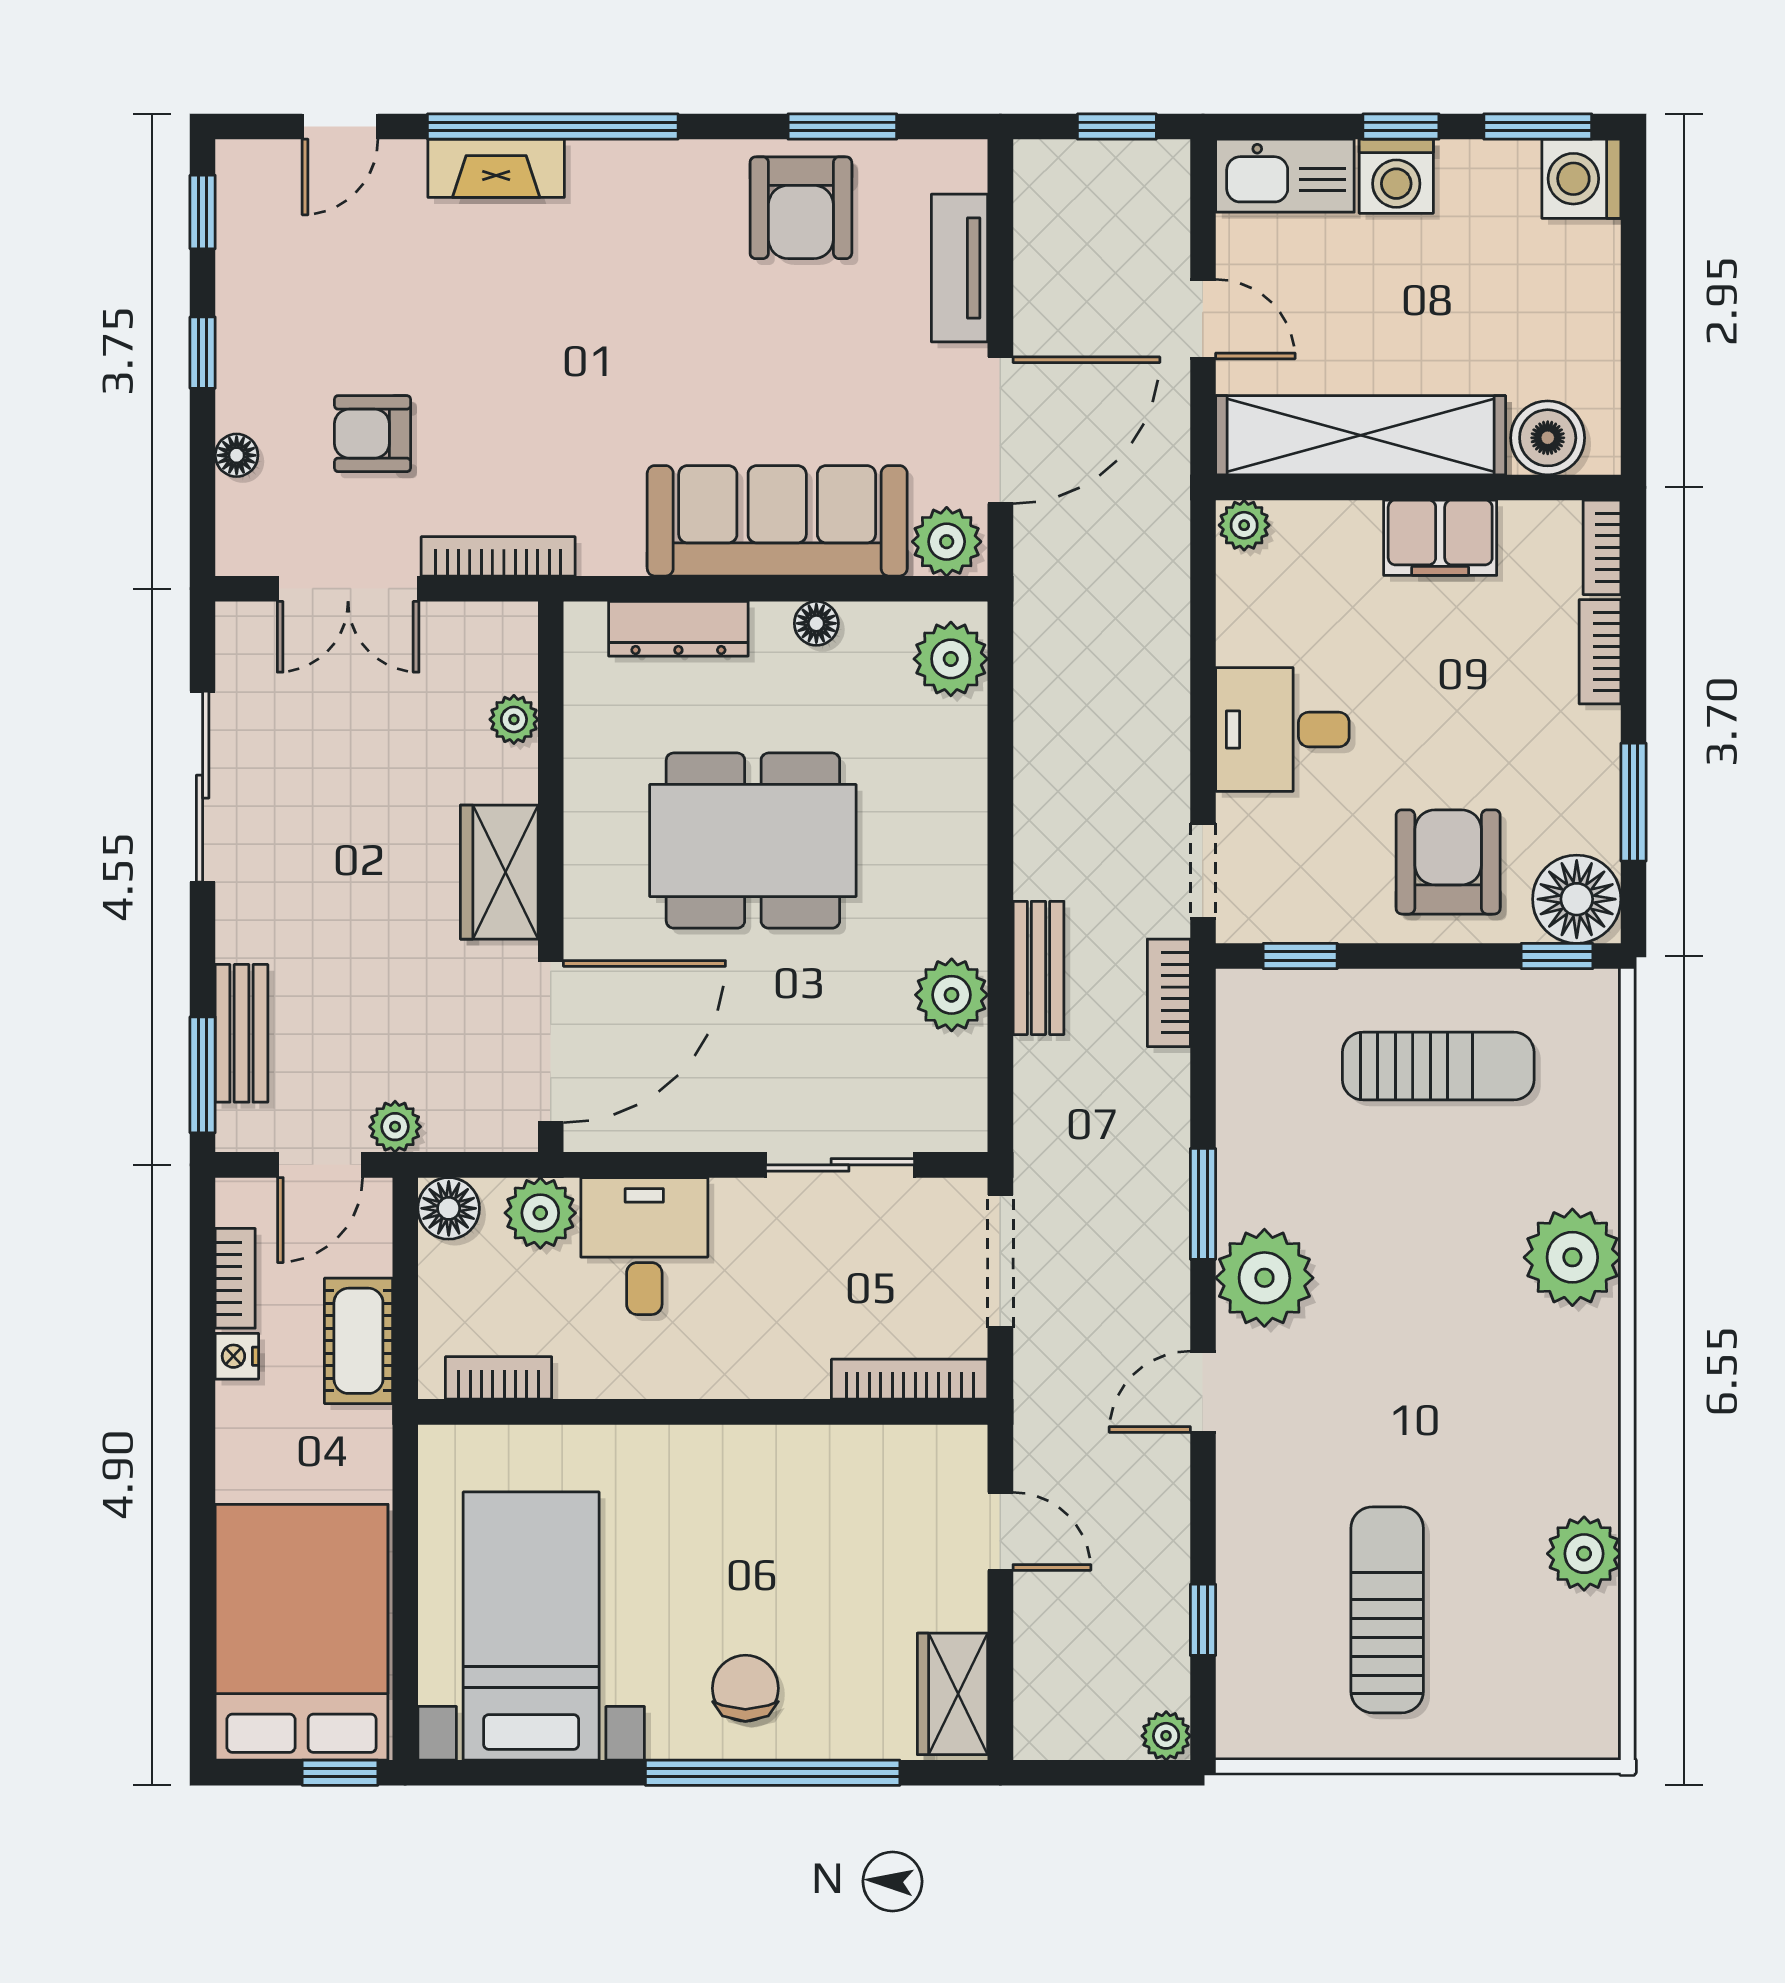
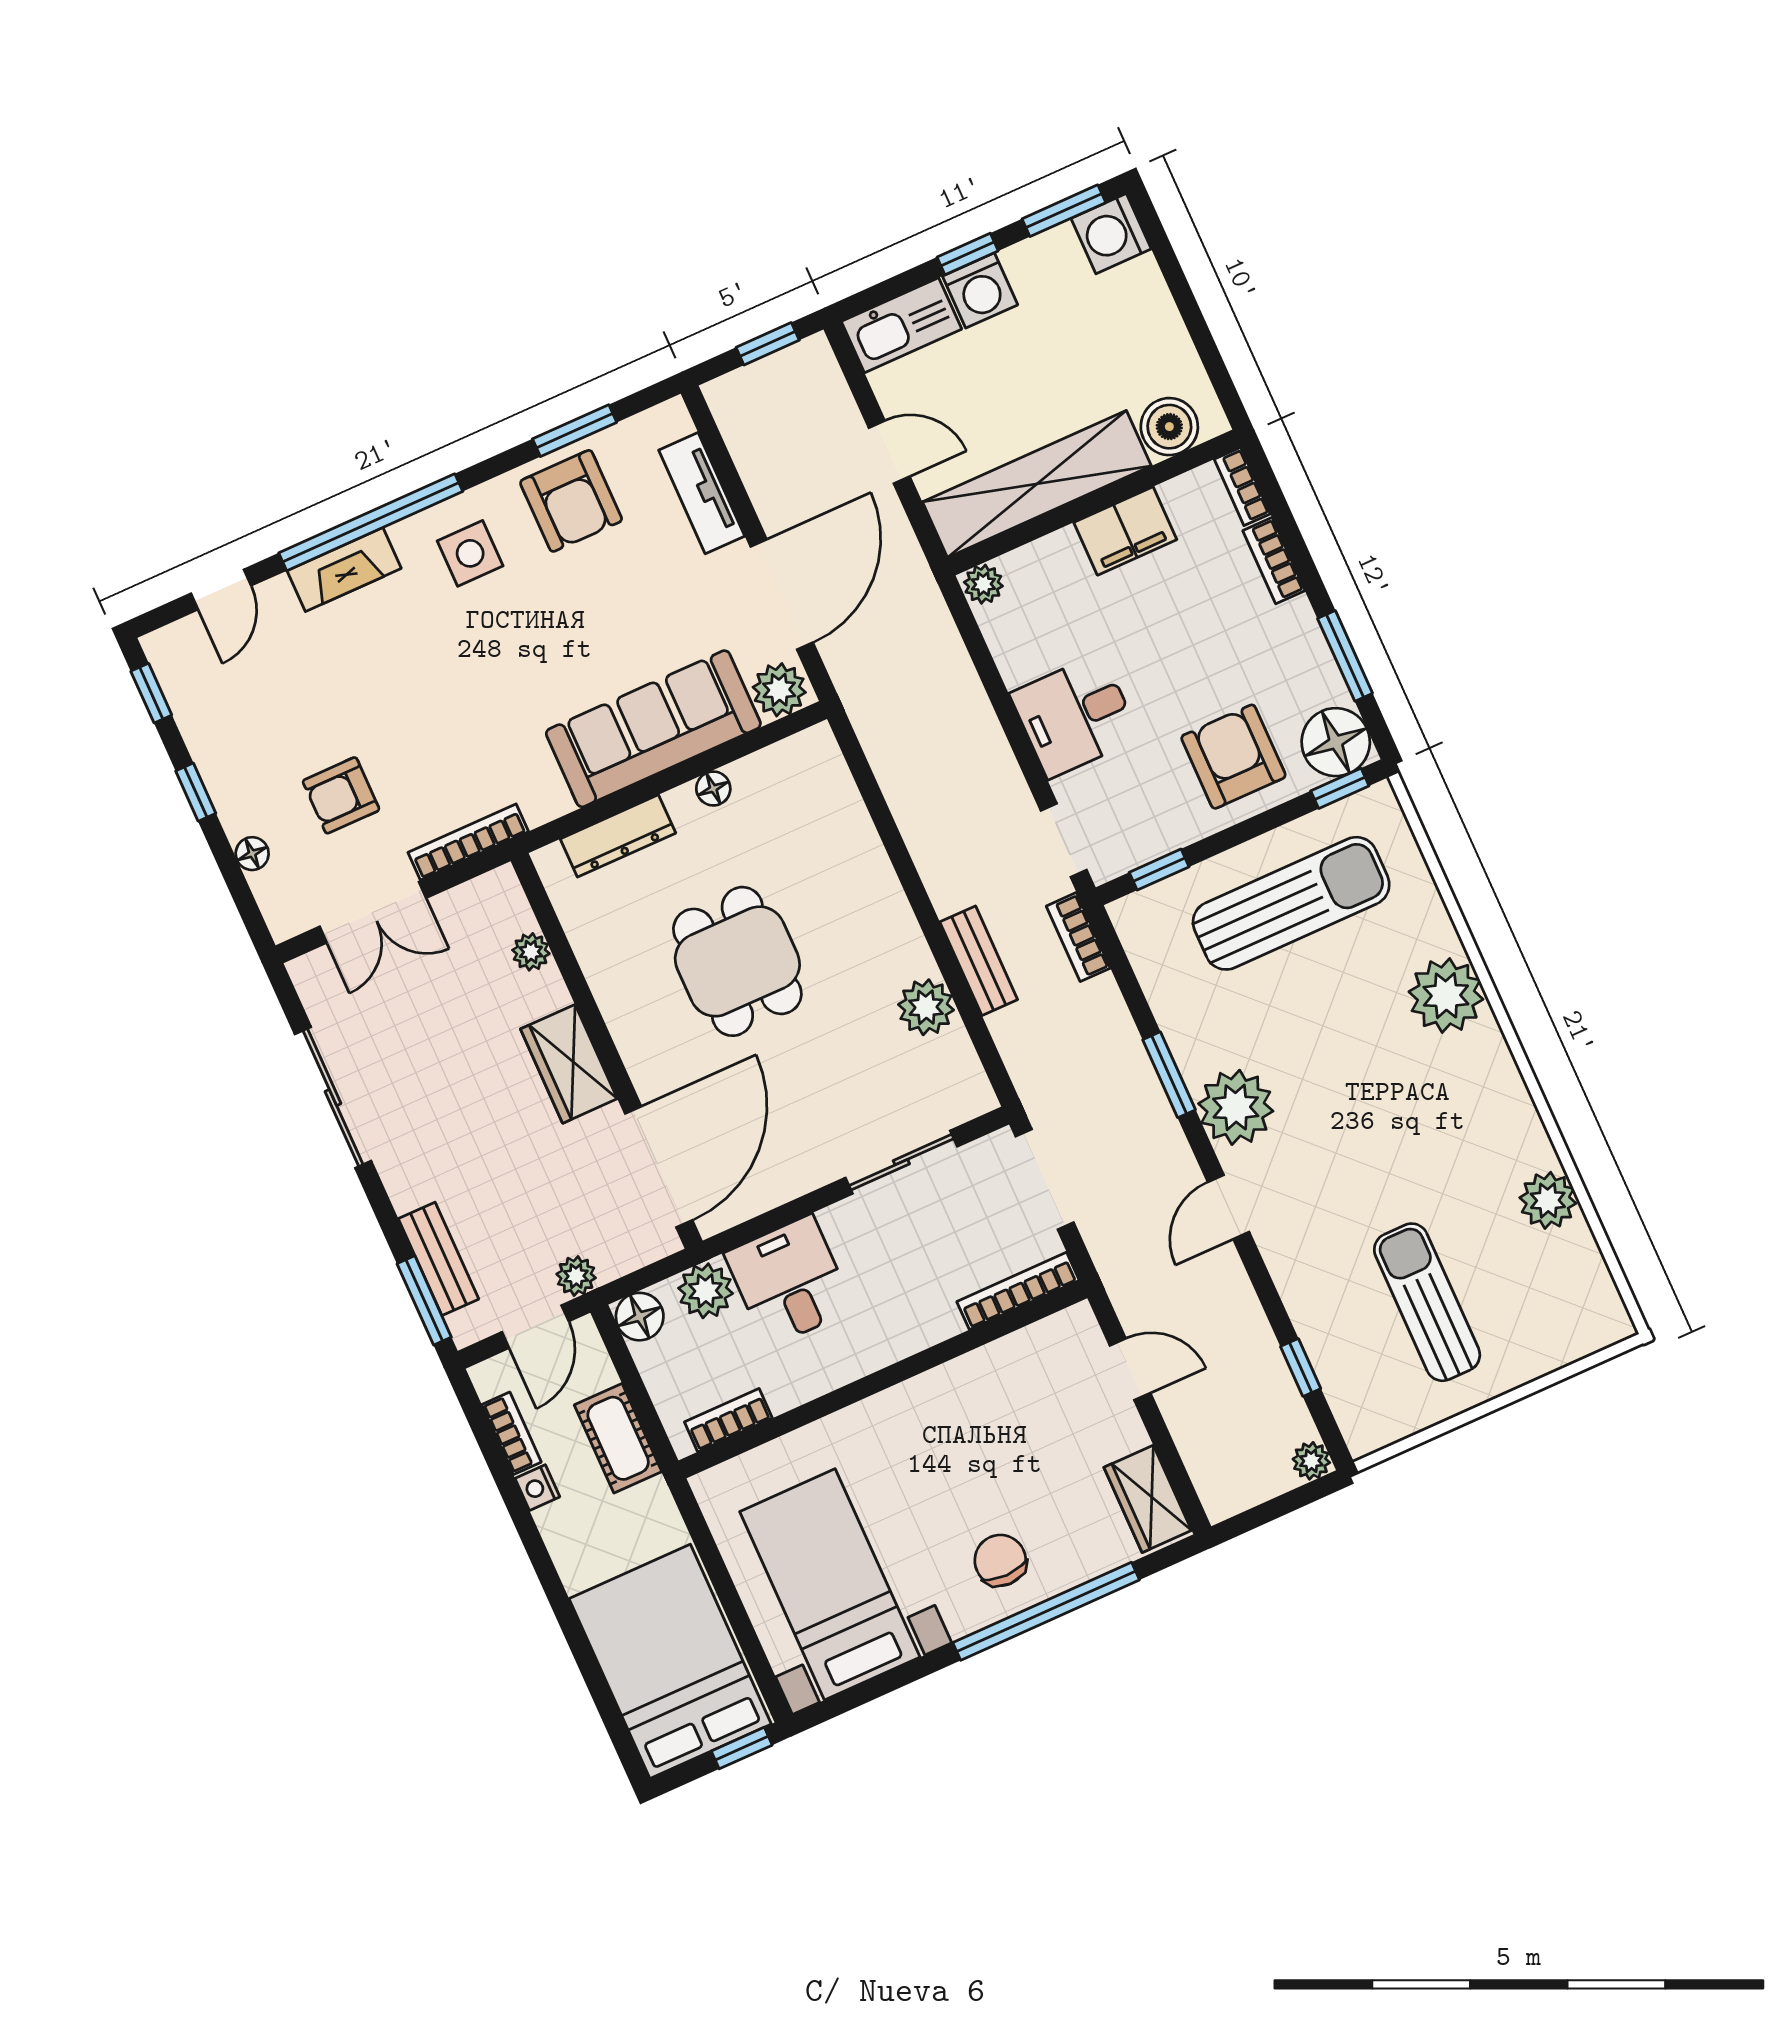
side table: (654, 216) -> (470, 553), added
plant: (951, 659) -> (819, 771), removed
dining table: (753, 841) -> (737, 961), width x0.73
sun lounger: (1438, 1066) -> (1291, 903), width x1.36, depth x1.34

